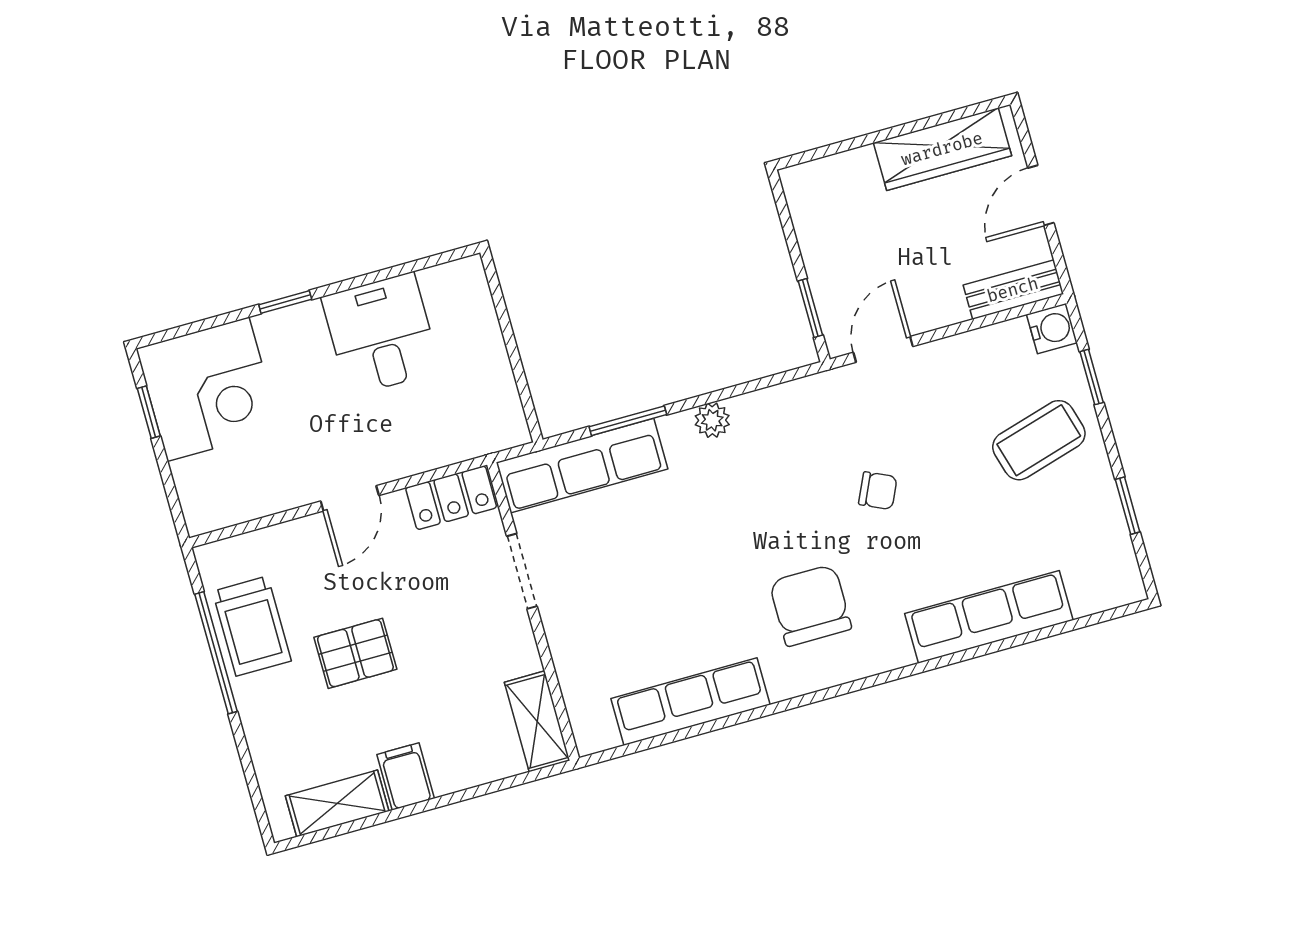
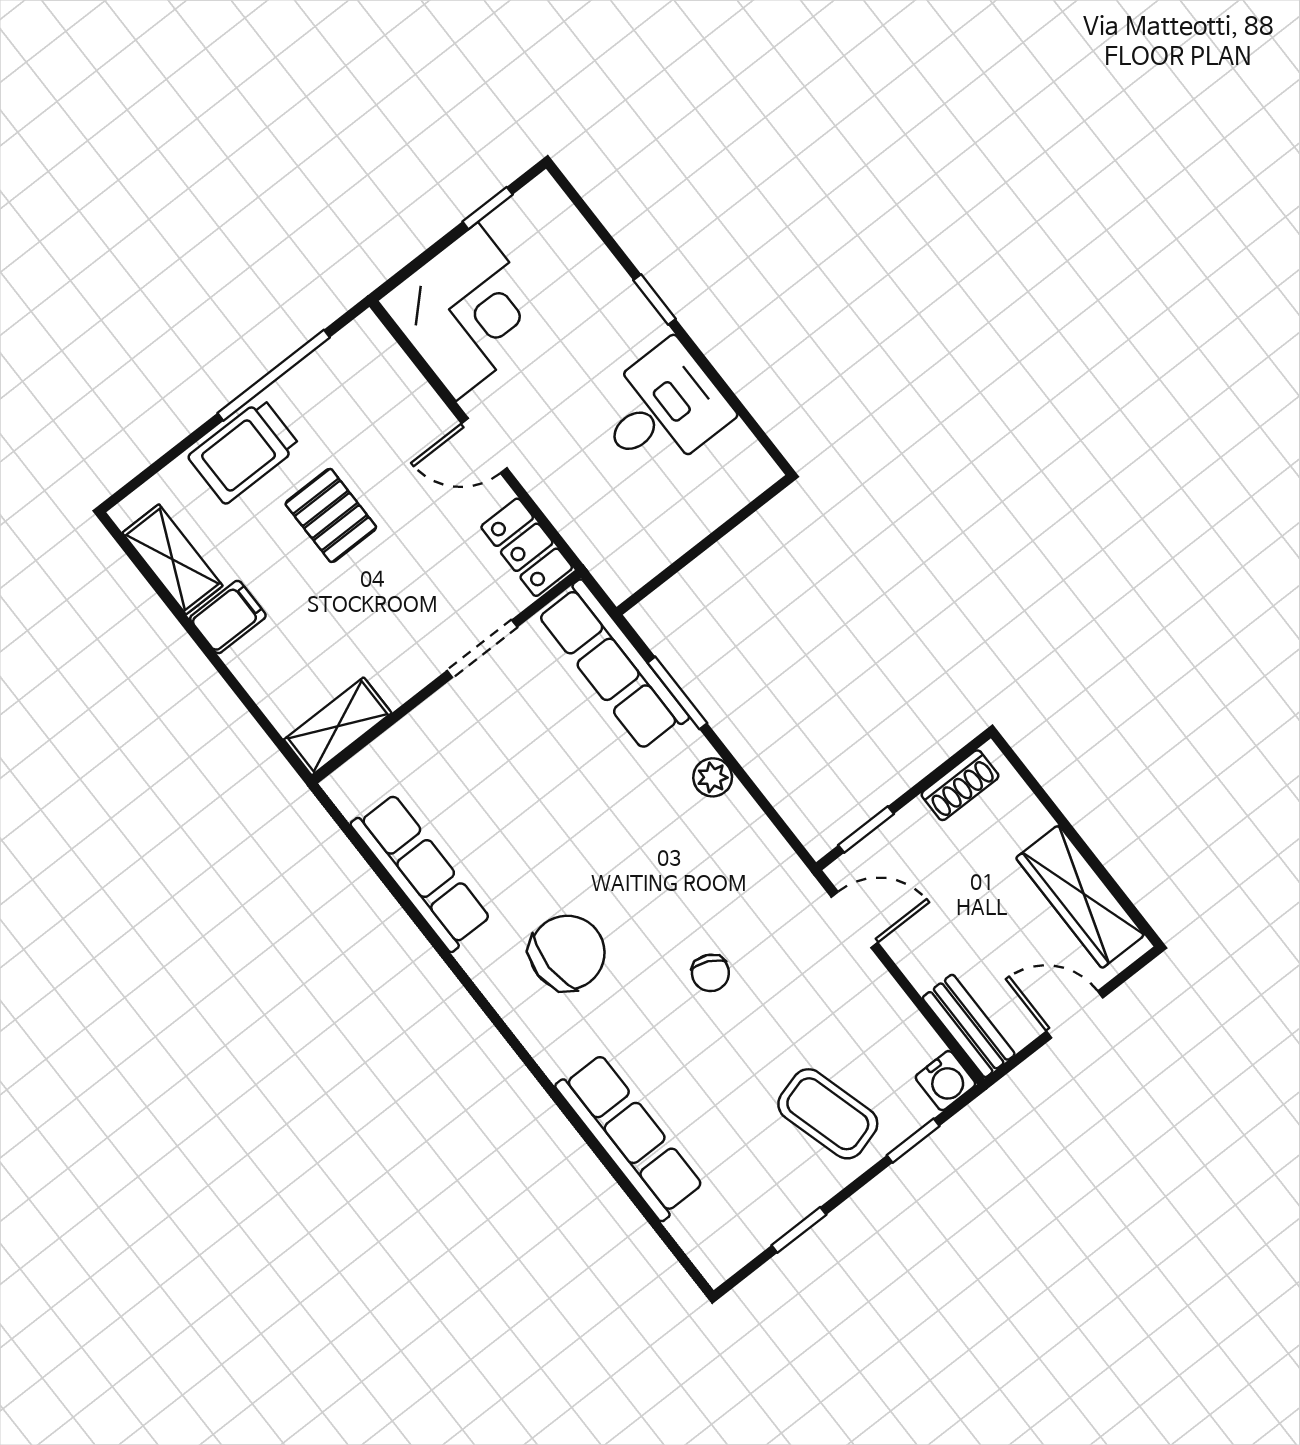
shoe rack: (806, 212) -> (960, 785), added
corner desk: (208, 389) -> (467, 312), moved, turned -90
trolley: (252, 626) -> (244, 451), moved

